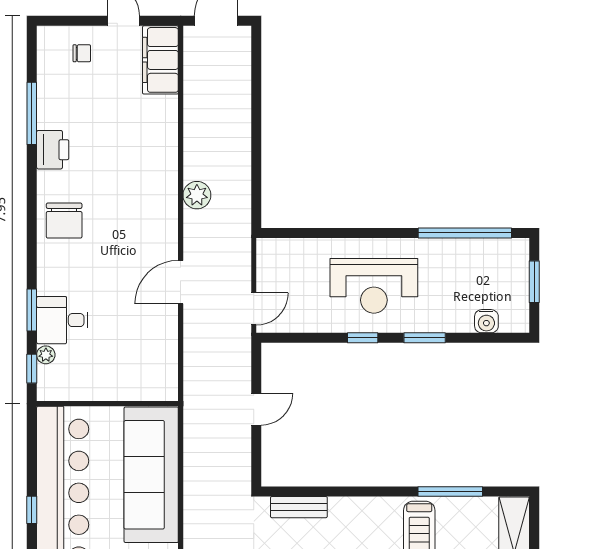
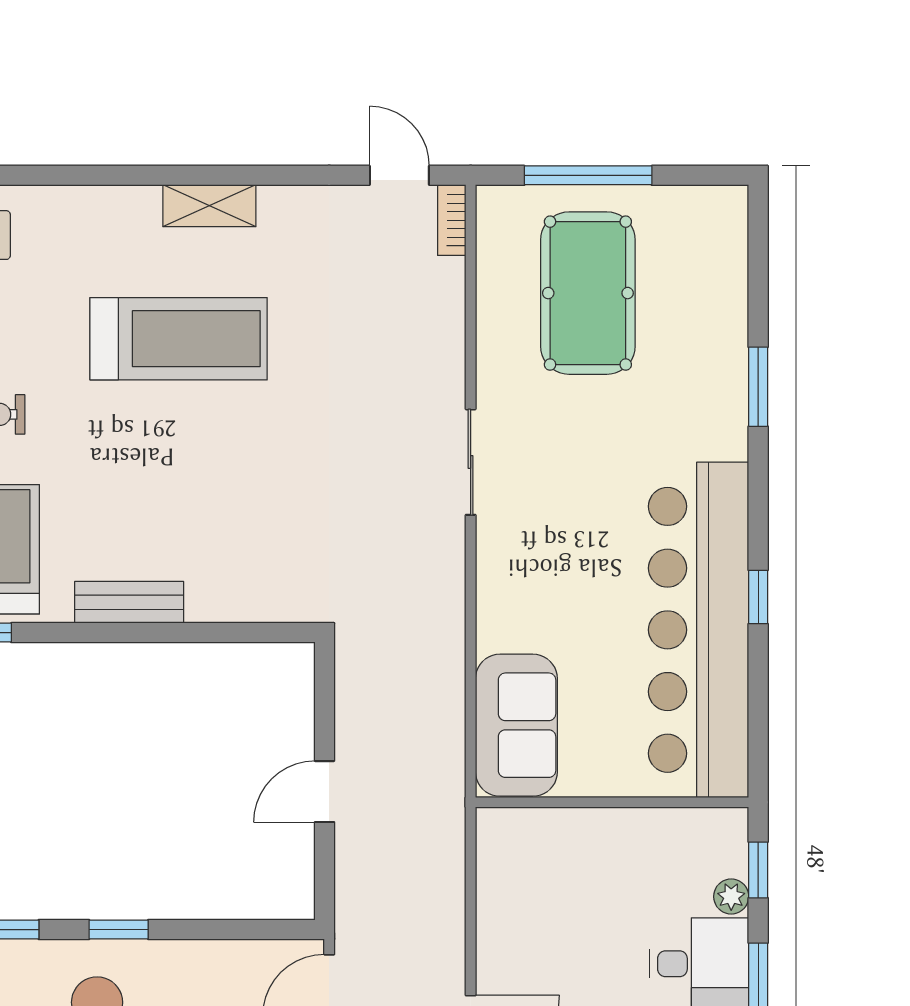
sofa: (151, 475) -> (516, 725), width x0.54, depth x0.79
bench: (299, 507) -> (129, 602), moved

